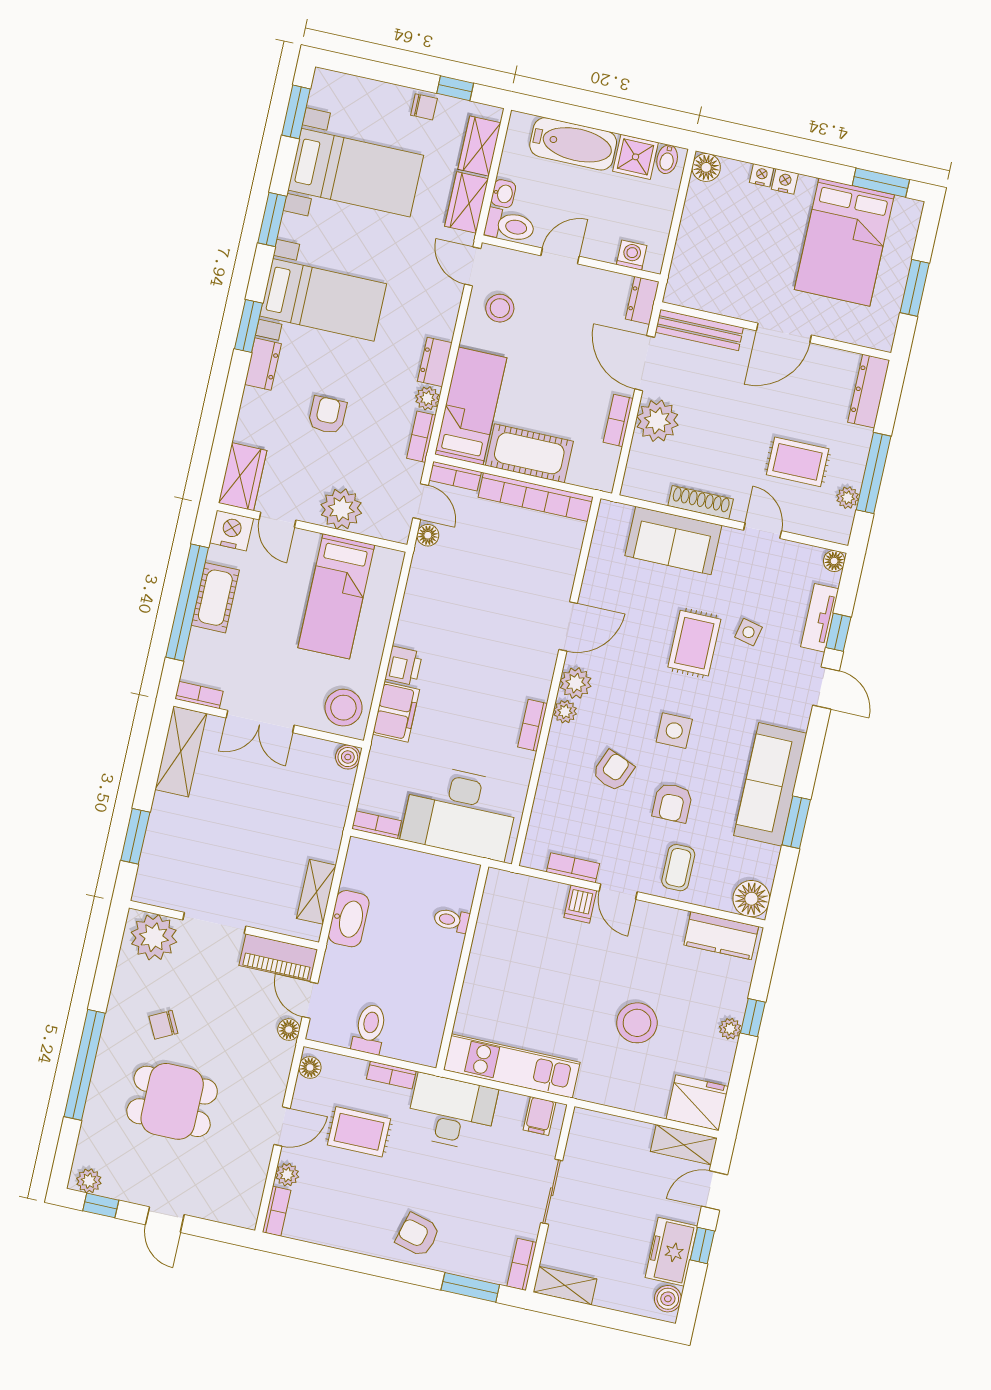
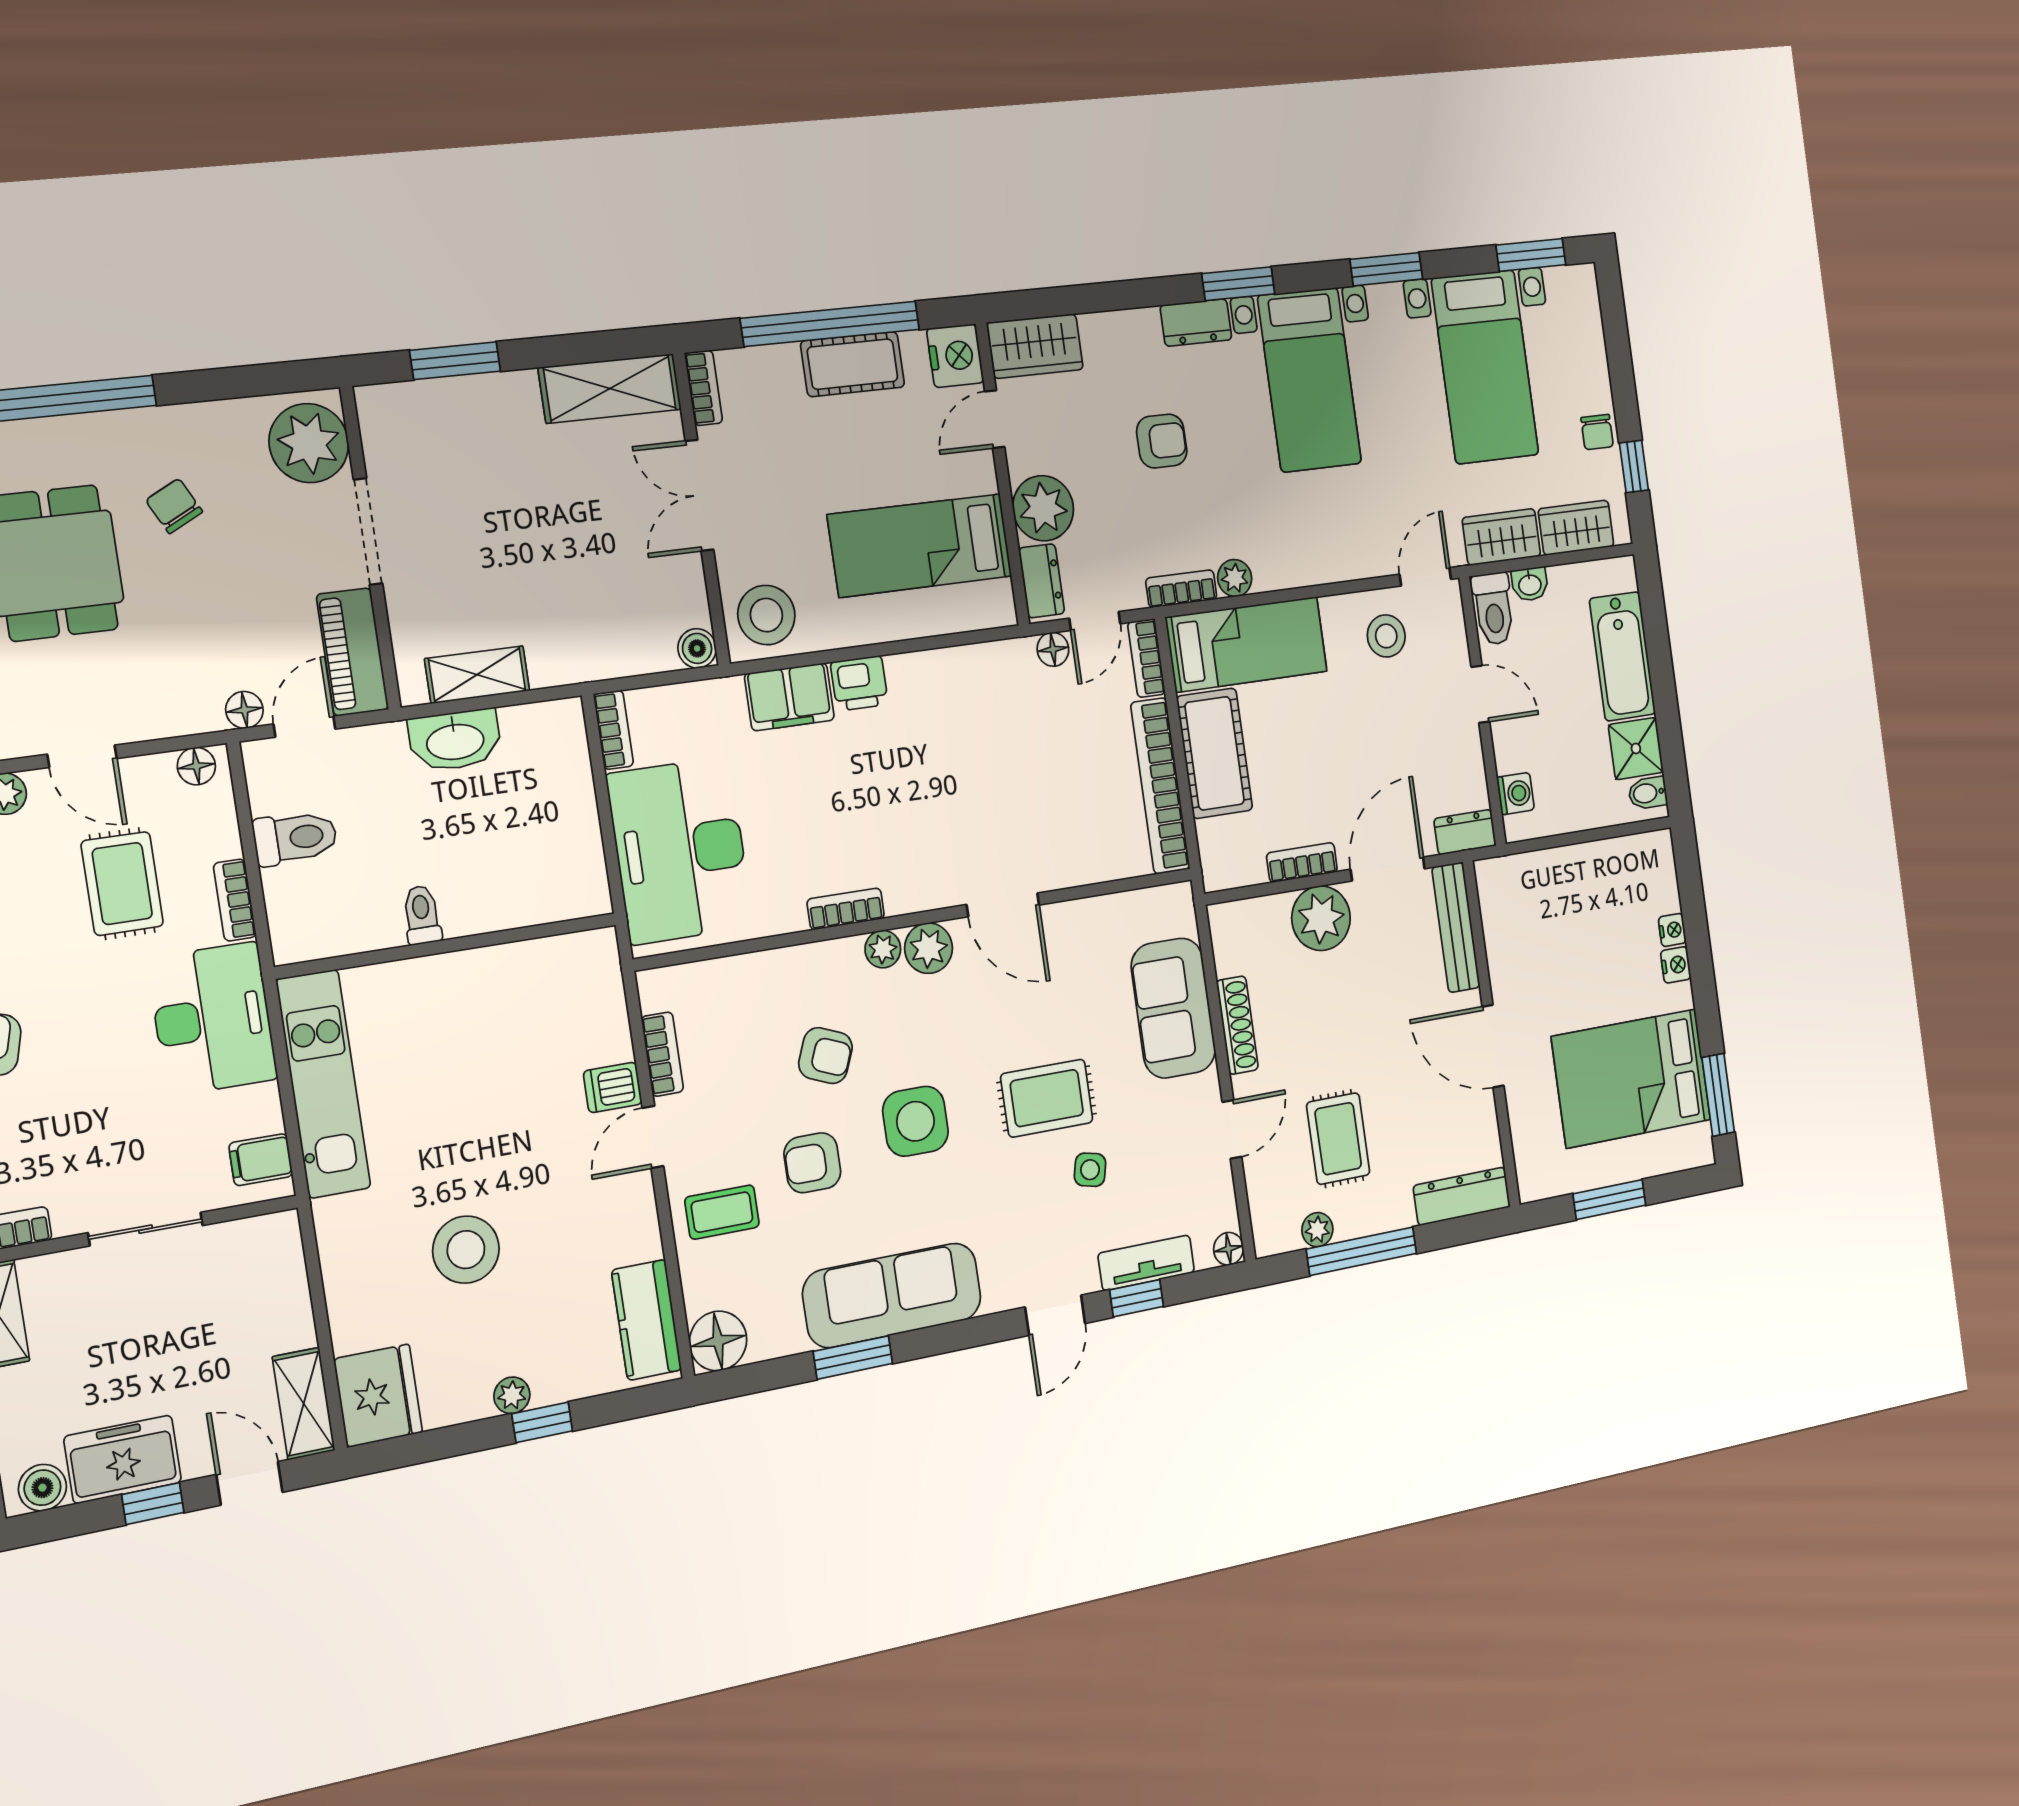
floor lamp: (706, 167) -> (1656, 850), removed
dresser: (435, 362) -> (1042, 581), moved, turned 90
side table: (674, 731) -> (915, 1121), width x1.37, depth x1.37
toilet: (452, 920) -> (422, 915), moved

